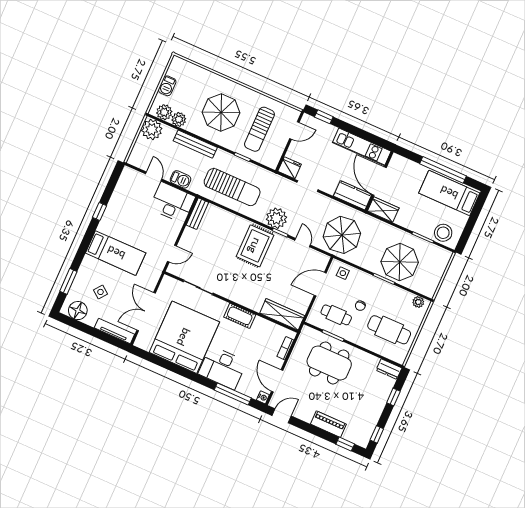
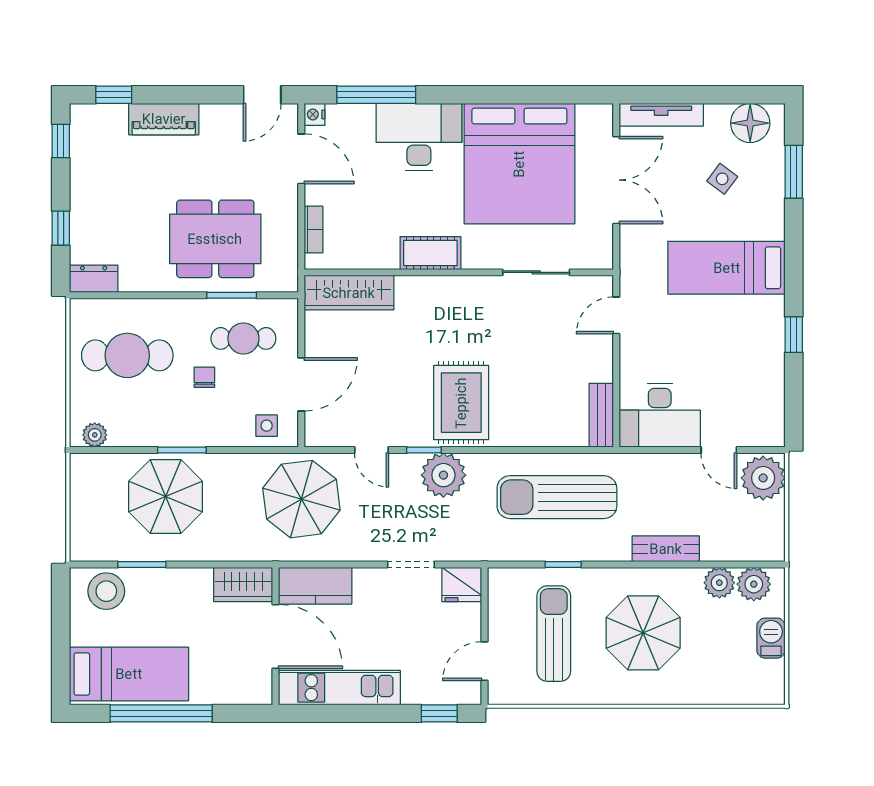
plant: (152, 130) -> (763, 478), moved
bench: (195, 144) -> (666, 549), width x0.73
barbecue: (181, 179) -> (664, 467), removed

